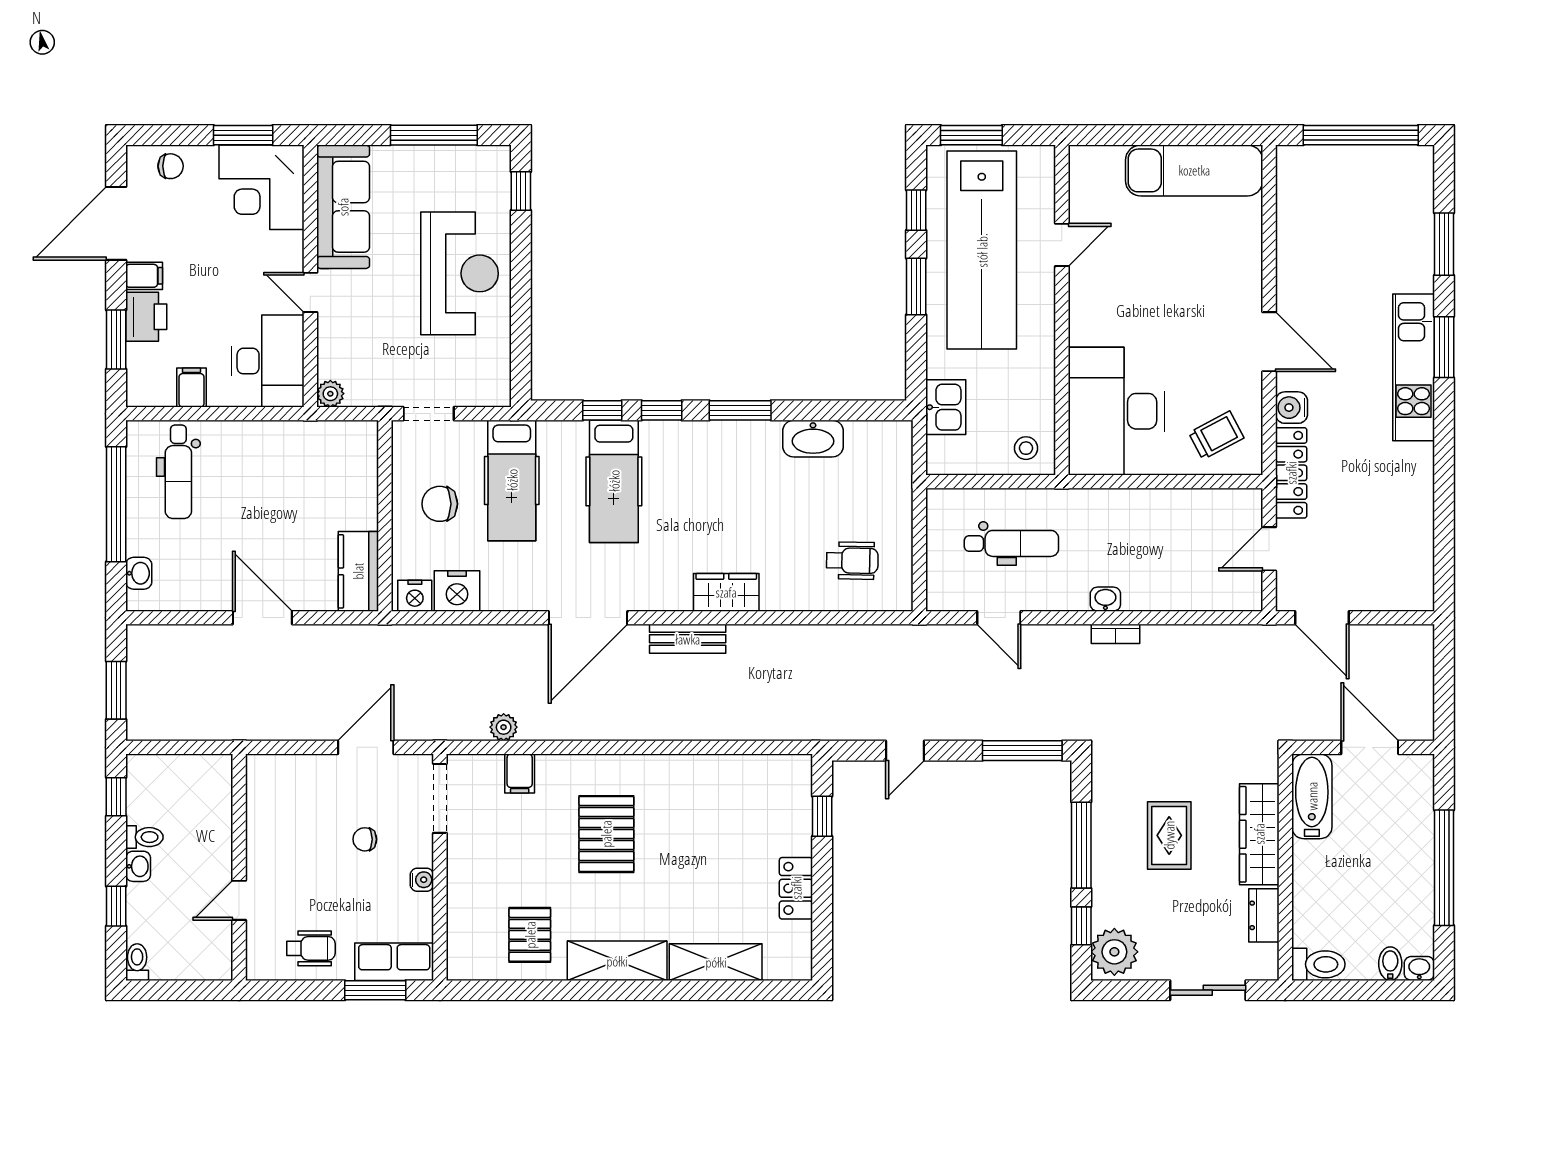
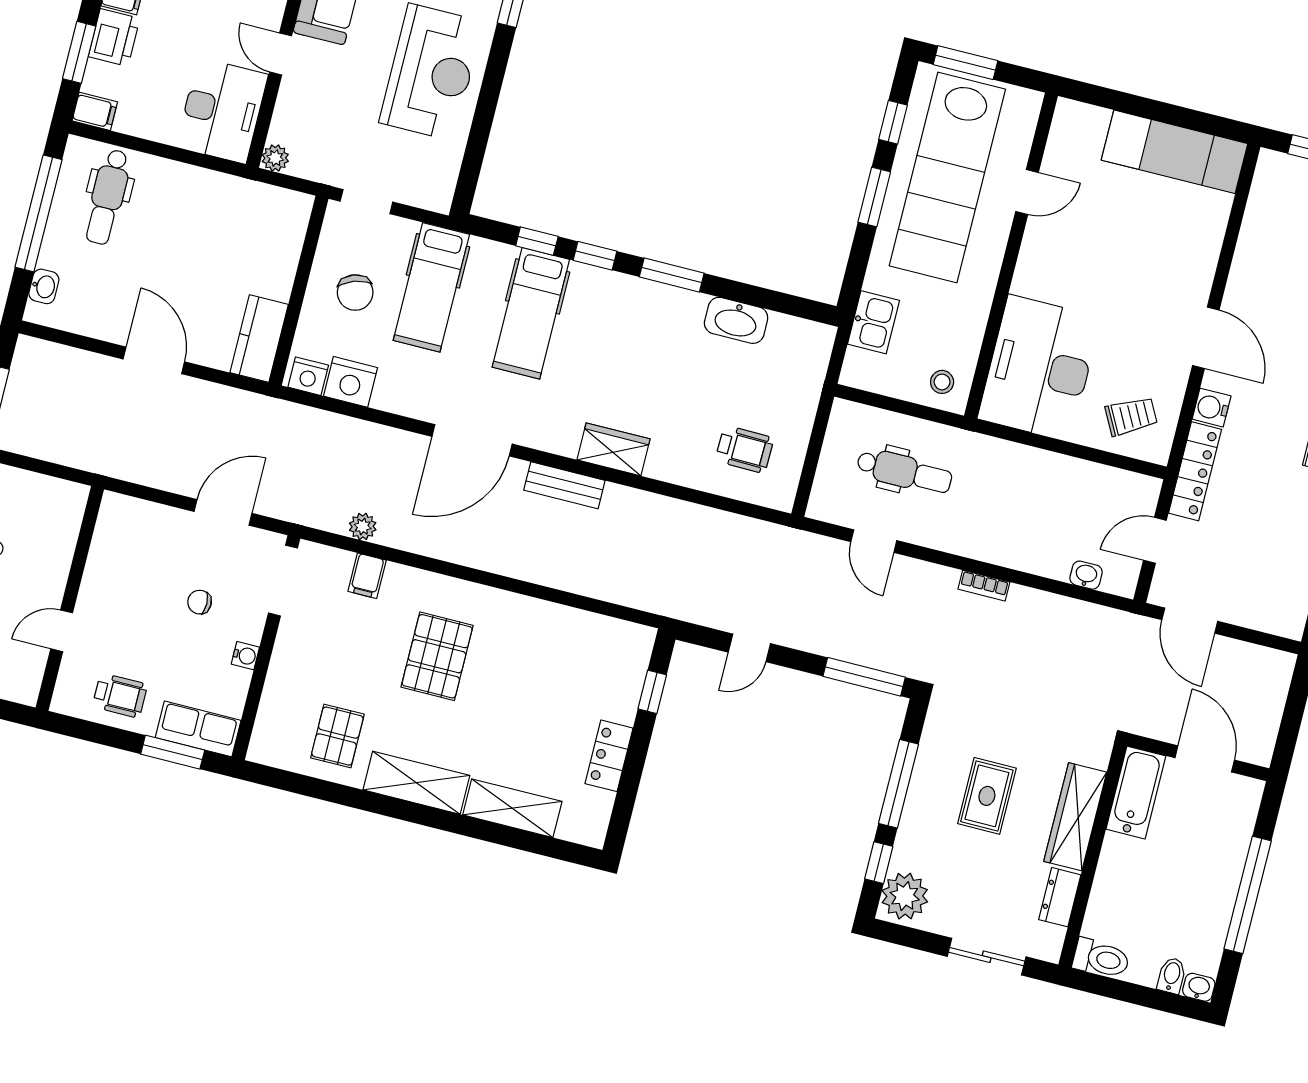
filing cabinet: (191, 388) -> (95, 111), moved, turned 90
chair: (440, 504) -> (355, 293), turned -109
washbasin: (1105, 599) -> (1086, 575), moved

